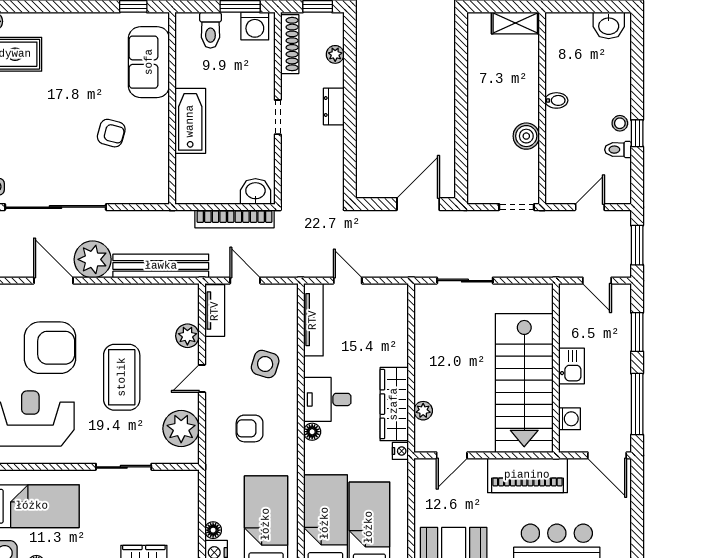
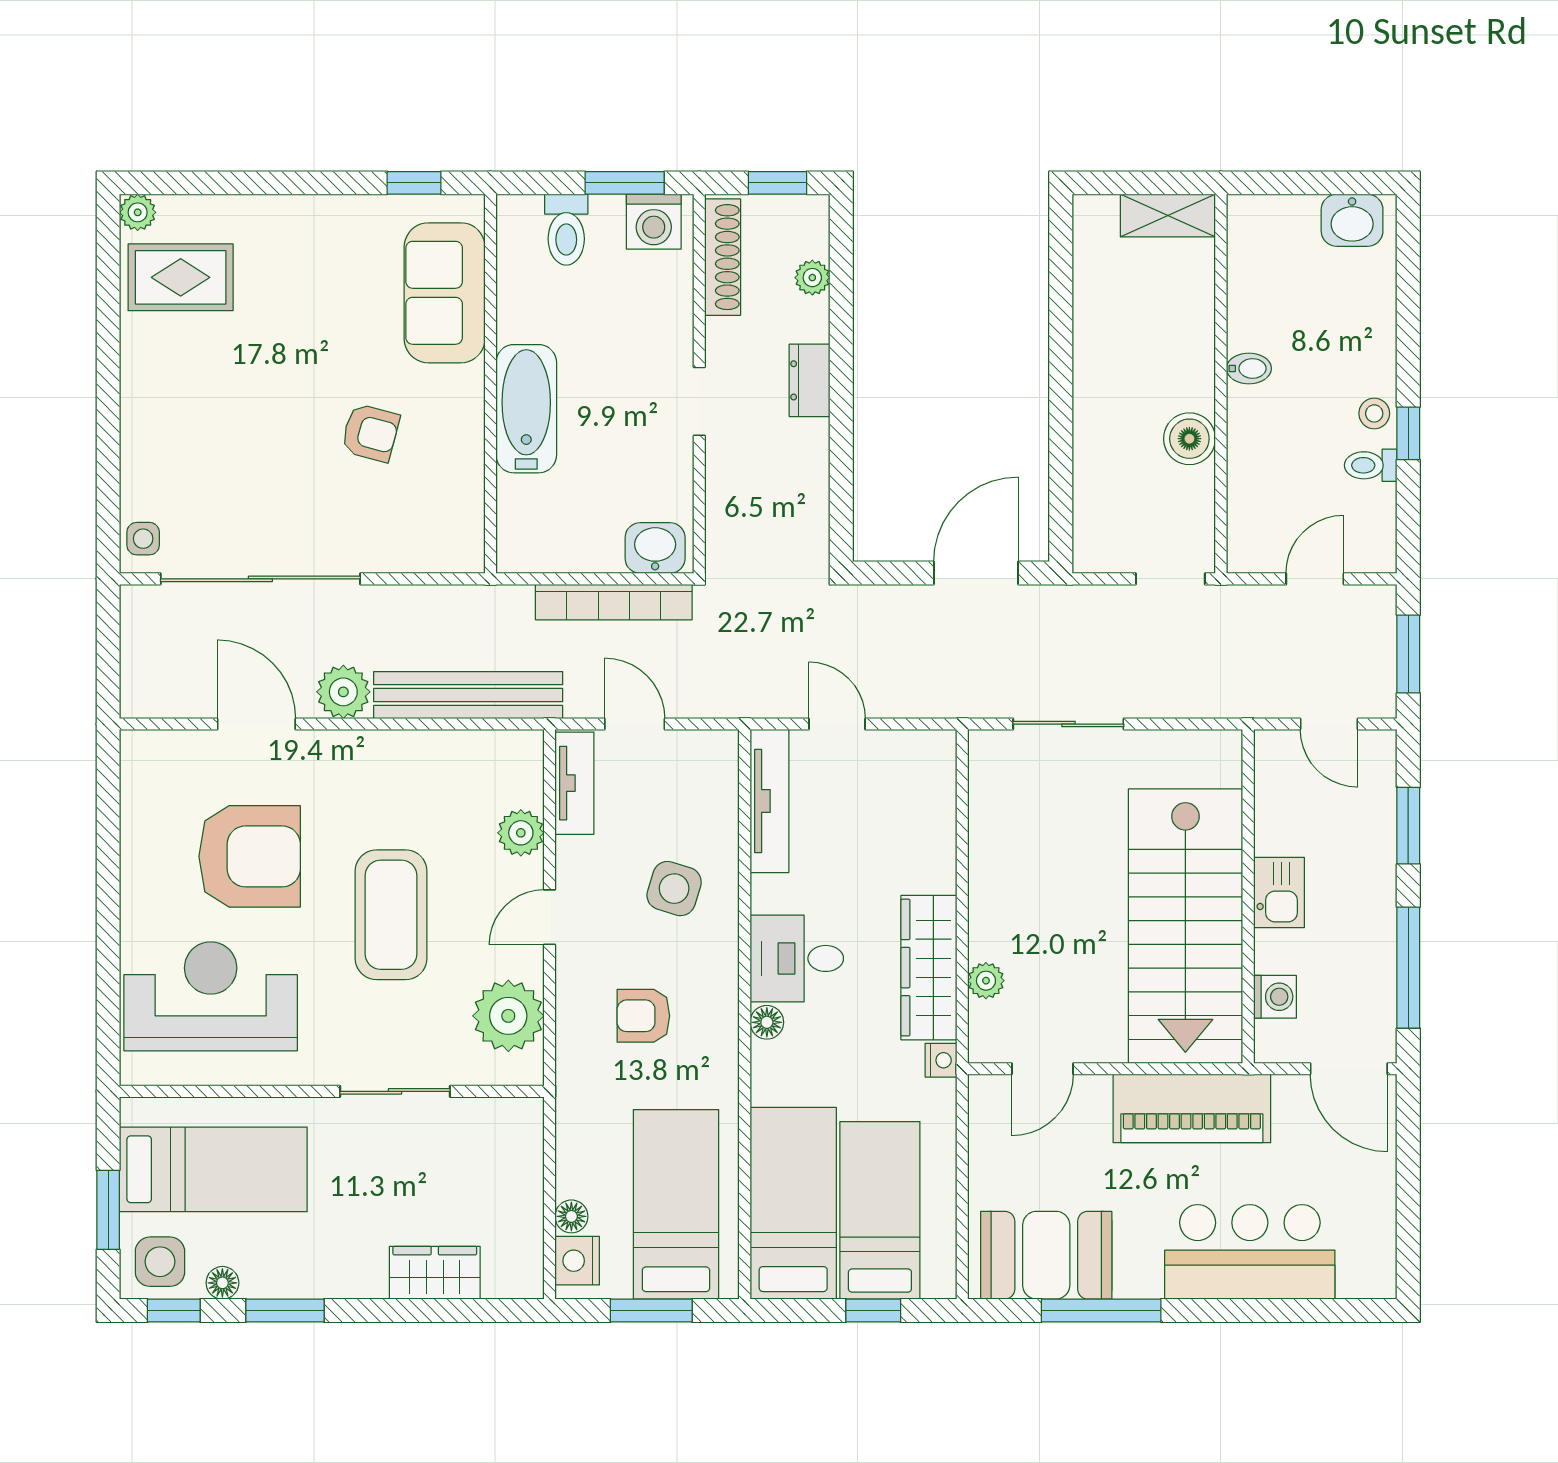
plant: (93, 259) -> (343, 692), width x0.73, depth x0.73

